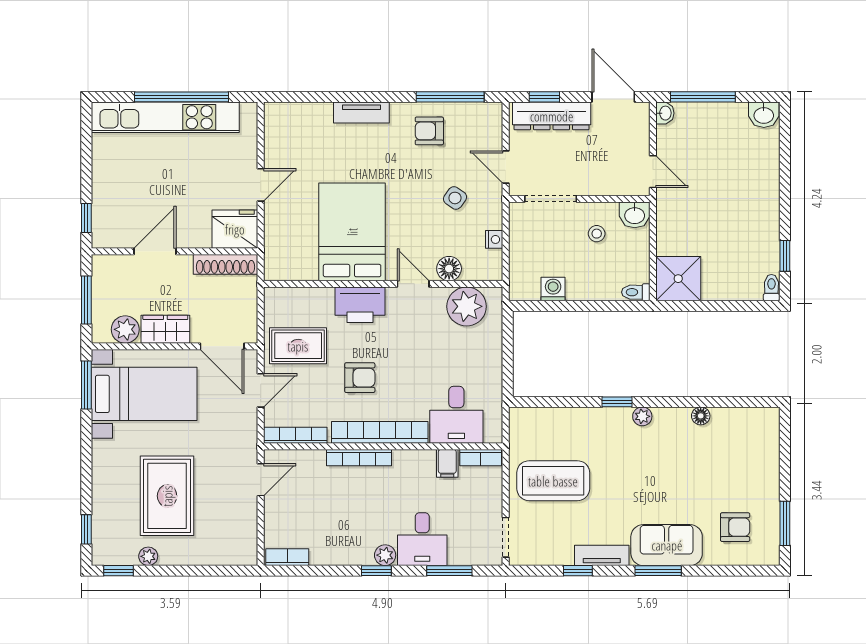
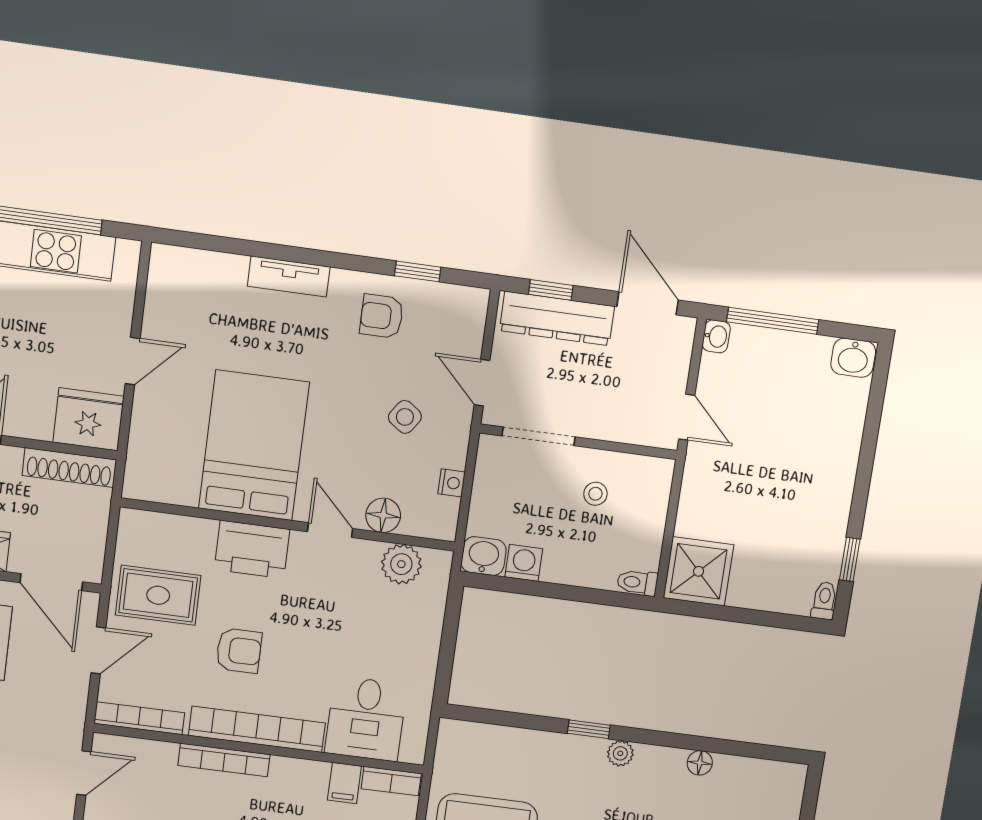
window: (450, 97) -> (418, 271), width x0.46
washbasin: (635, 215) -> (484, 556), moved, turned 180
plant: (467, 306) -> (401, 564), width x0.73, depth x0.73

